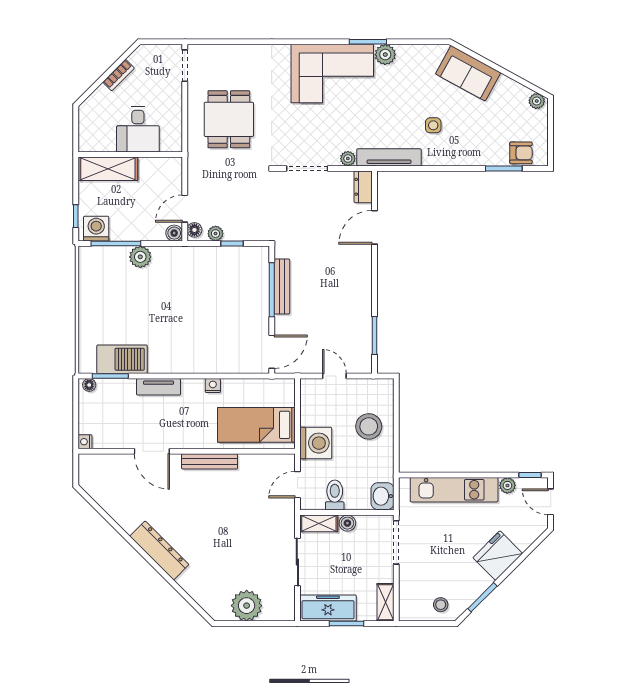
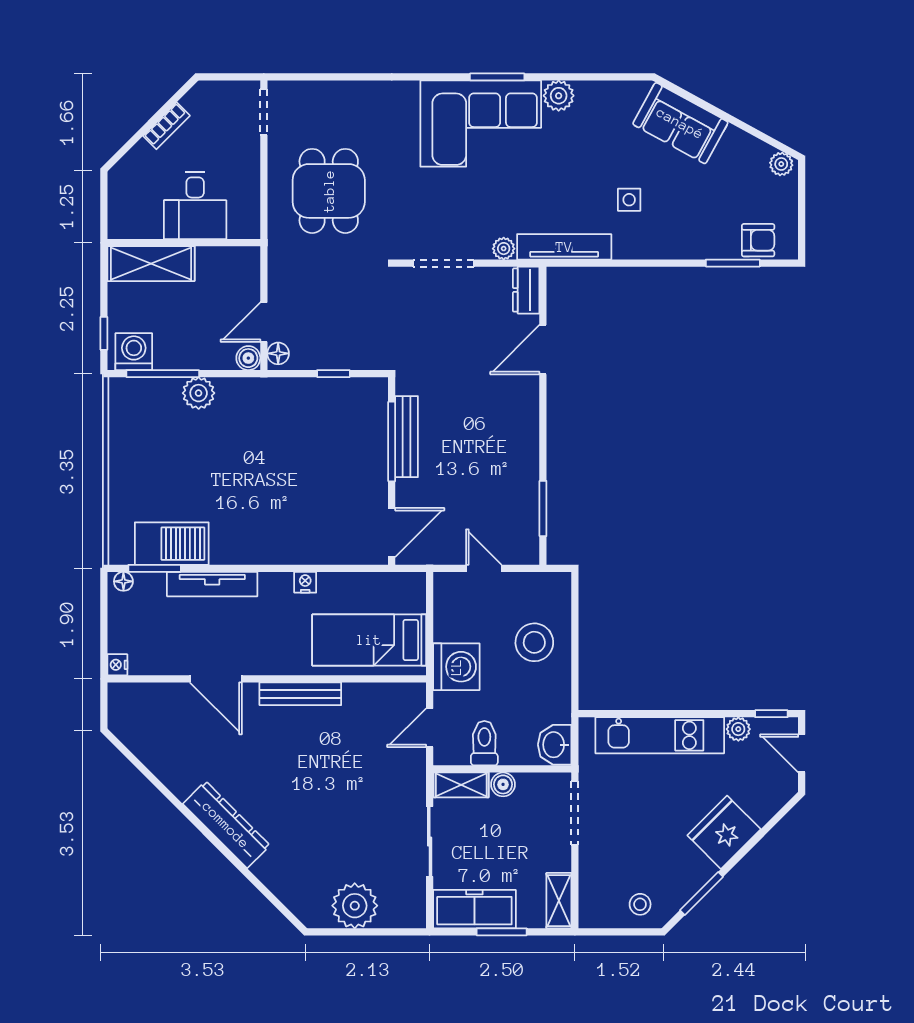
window: (368, 42) -> (497, 77), moved
plant: (216, 234) -> (309, 359), removed
tv unit: (159, 387) -> (212, 584), width x1.41

